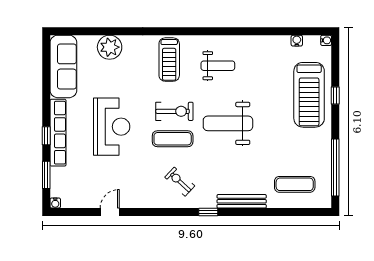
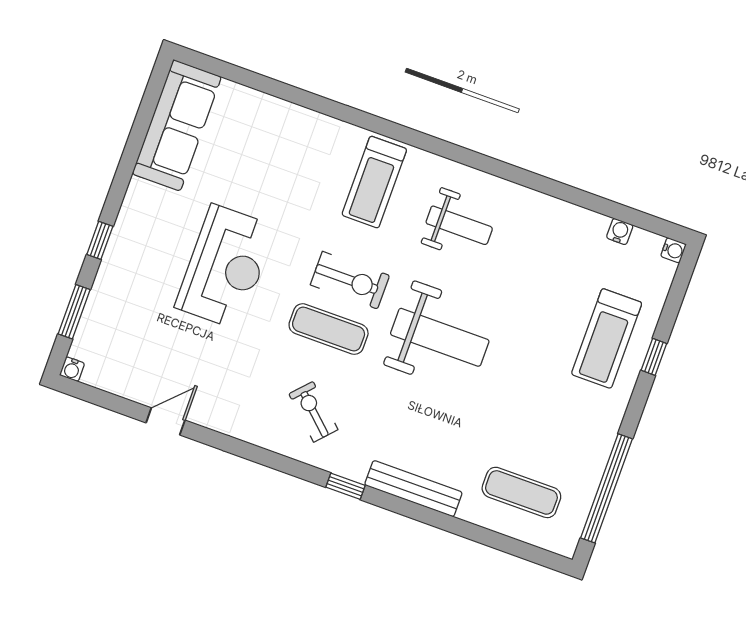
plant: (110, 47) -> (274, 121), removed
treadmill: (309, 95) -> (607, 338), width x0.73, depth x0.73
weight bench: (228, 123) -> (440, 337), turned 180
row of seats: (58, 133) -> (123, 243), removed

